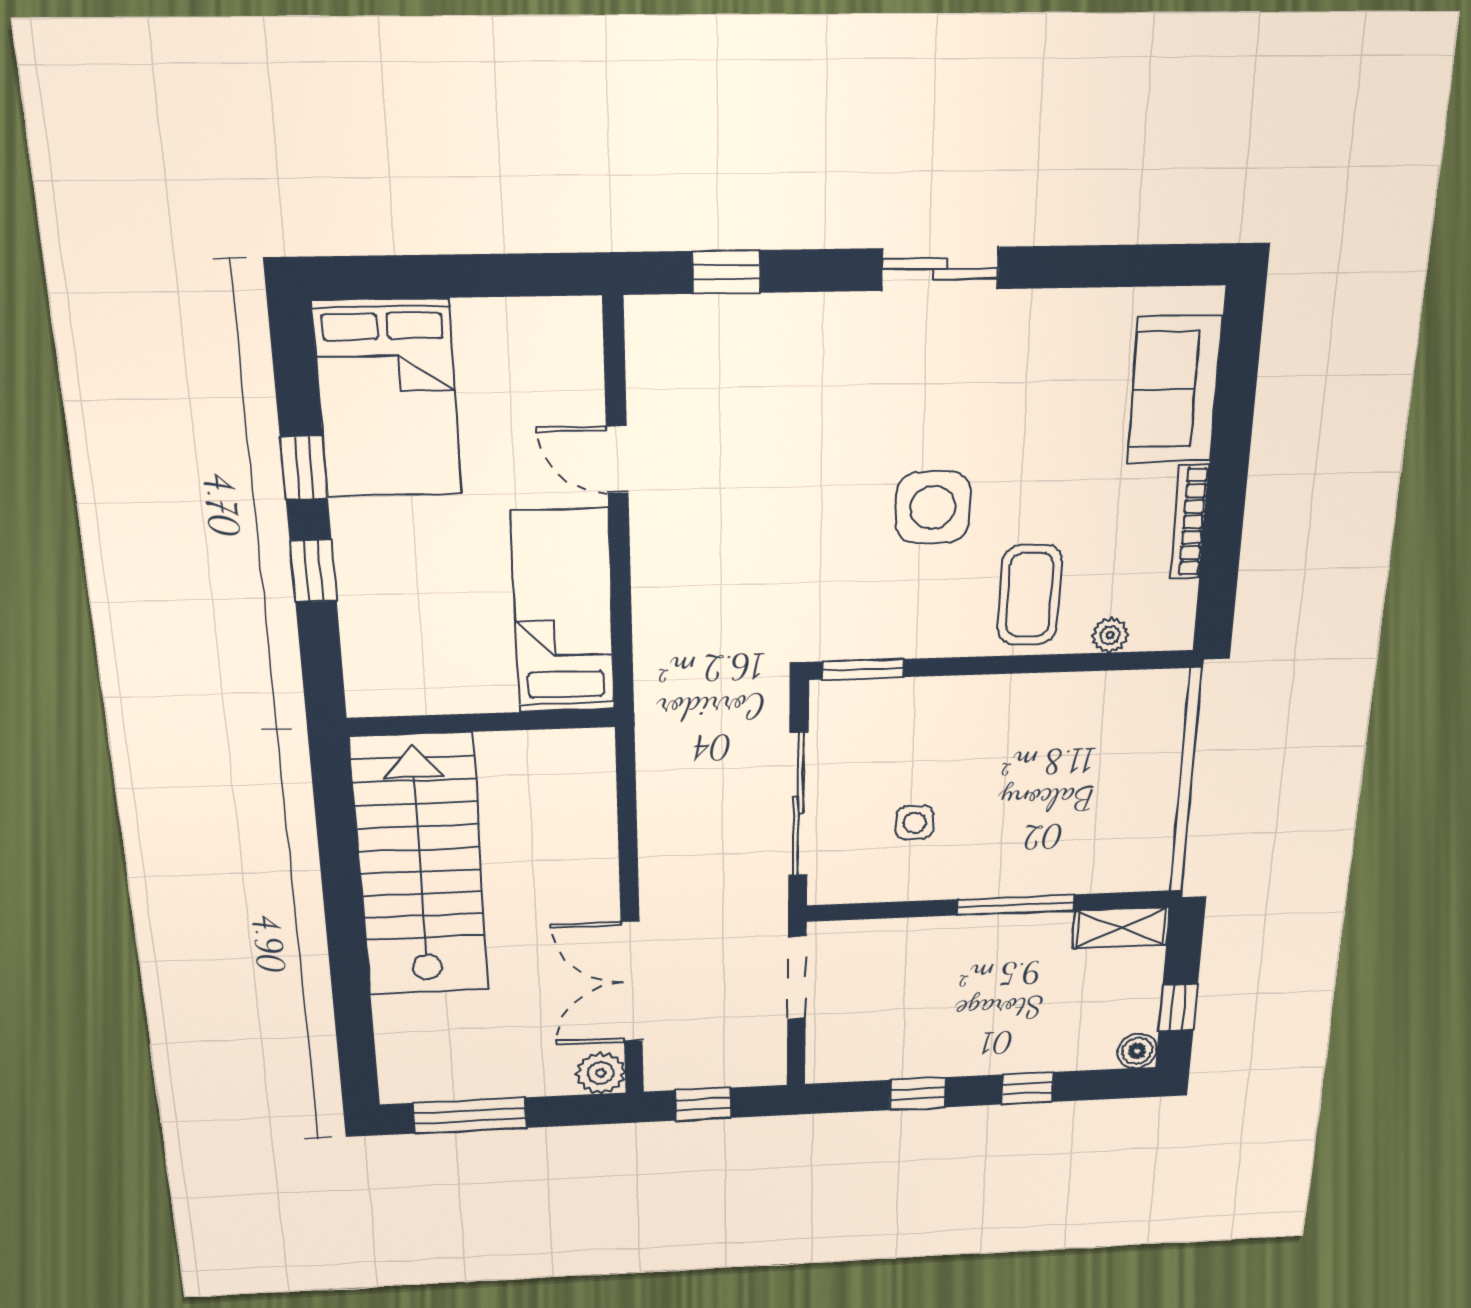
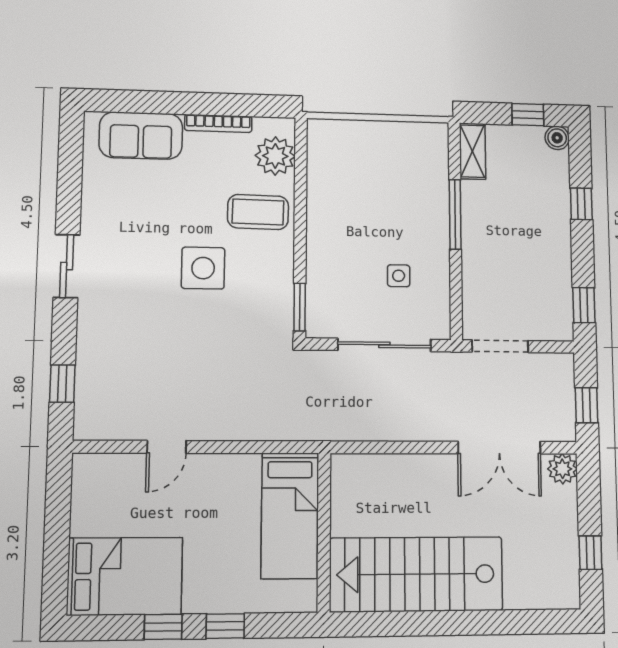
bed: (563, 612) -> (290, 515), moved, turned -90
plant: (1110, 635) -> (275, 156), width x1.87, depth x1.87
window: (918, 1094) -> (584, 305), moved
window: (470, 1116) -> (590, 553), width x0.46

